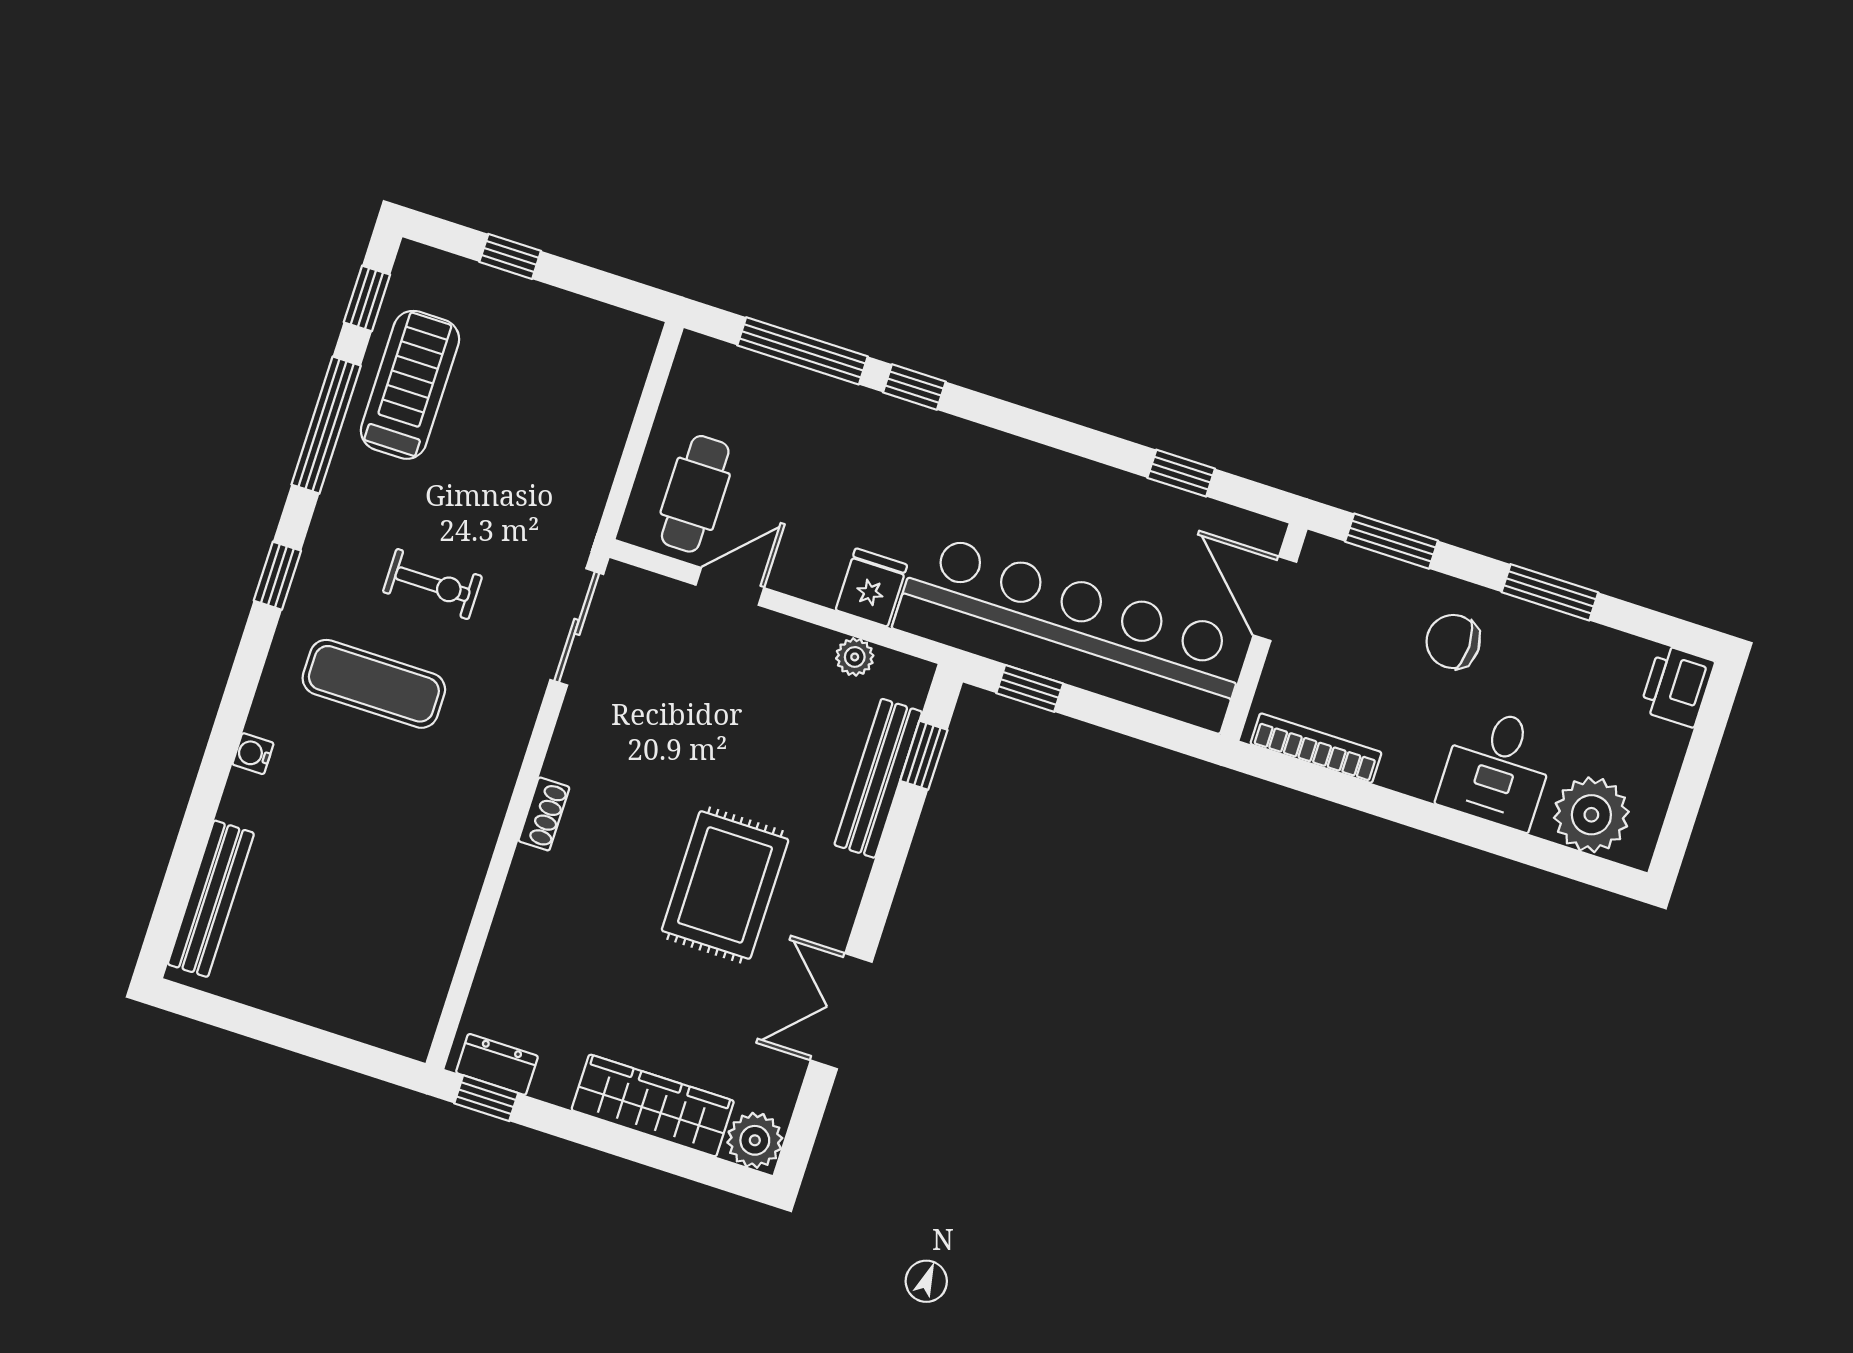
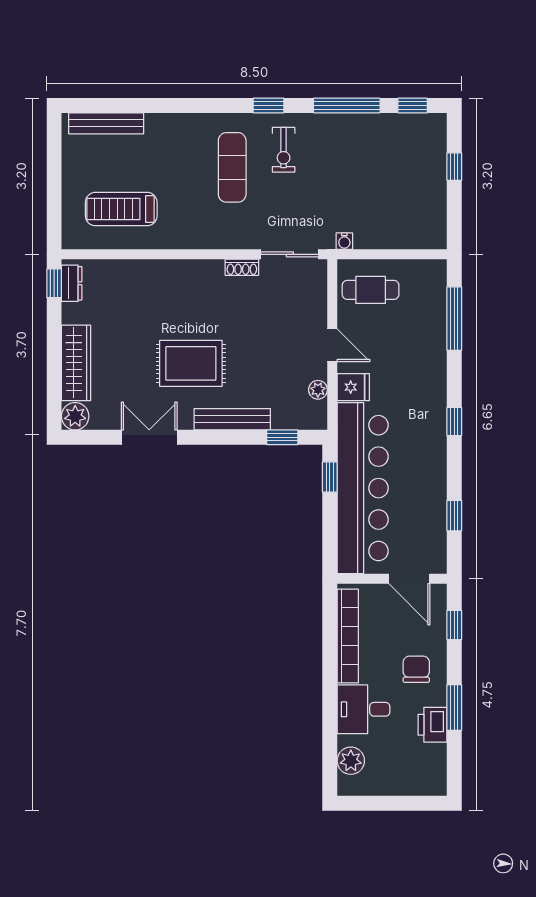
treadmill: (410, 385) -> (121, 209), moved, turned 180
window: (914, 387) -> (454, 422), moved
window: (1392, 541) -> (454, 625), width x0.67
exercise bike: (433, 584) -> (284, 150), moved
door: (730, 586) -> (332, 345), moved
door: (1275, 599) -> (409, 579), swing flipped
printer: (1677, 686) -> (432, 725), moved, turned -90
bookcase: (1316, 748) -> (348, 636), width x1.48, depth x1.31
water cooler: (253, 754) -> (344, 241), moved, turned 180
bench: (878, 778) -> (232, 419), moved
shoe rack: (544, 814) -> (242, 267), moved
plant: (1591, 815) -> (351, 761), width x0.73, depth x0.73

